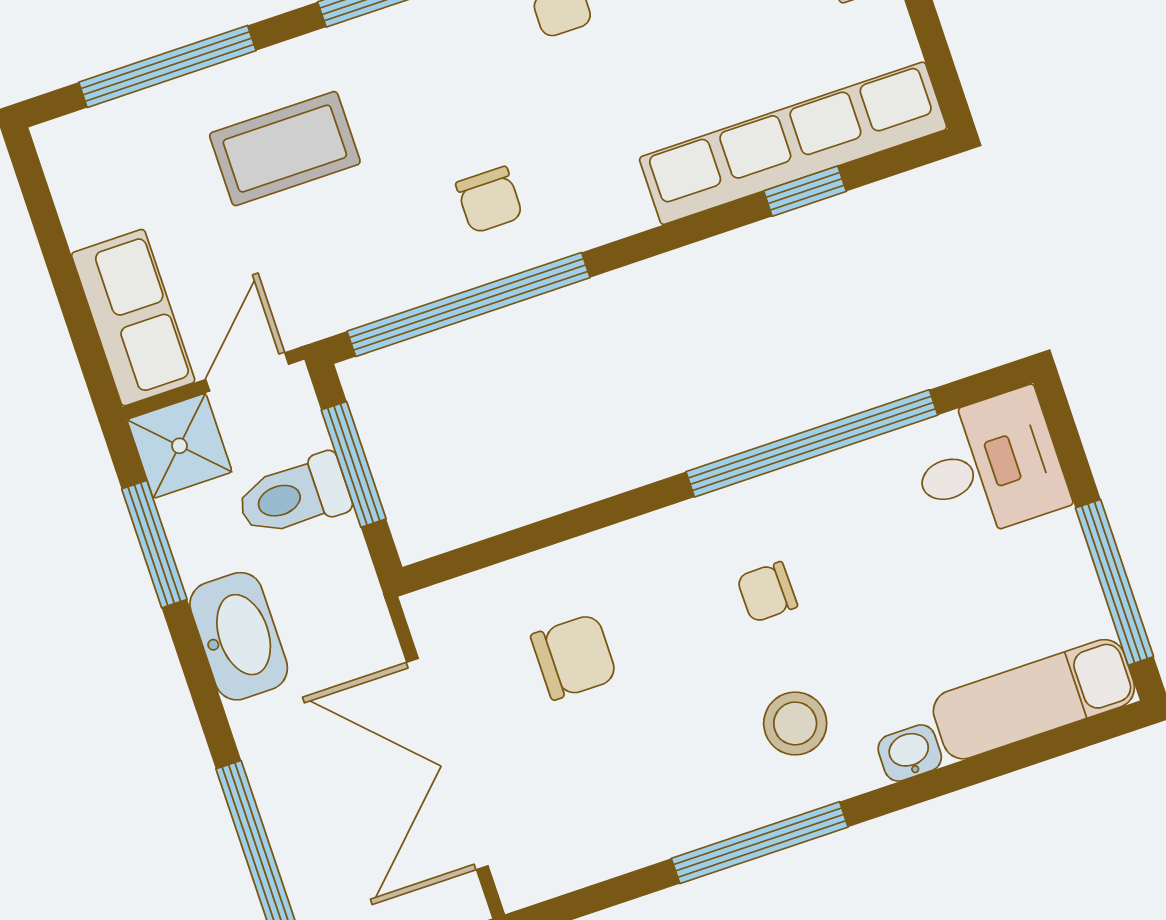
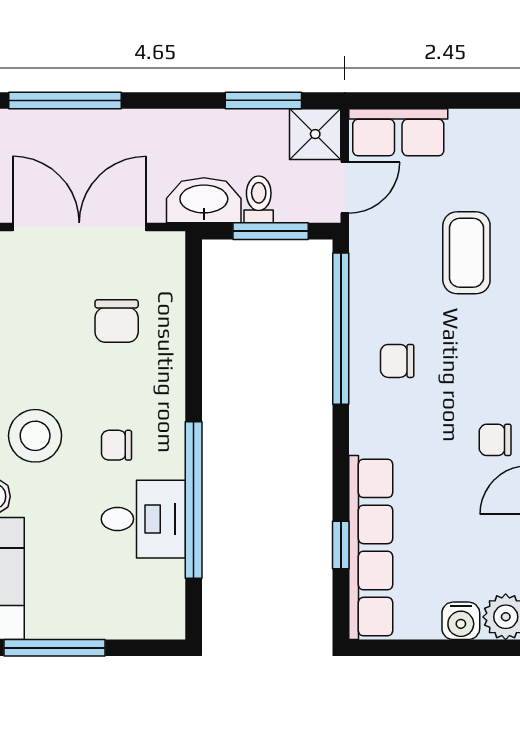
door: (247, 372) -> (345, 188), hinge flipped
desk: (988, 466) -> (143, 519), moved, turned -90
toilet: (294, 496) -> (259, 199), width x0.73, depth x0.72
chair: (767, 592) -> (116, 445), turned -89
washbasin: (239, 636) -> (204, 200), moved, turned 180
stool: (795, 723) -> (35, 436), width x1.38, depth x1.38

